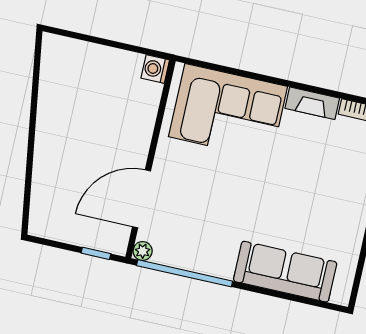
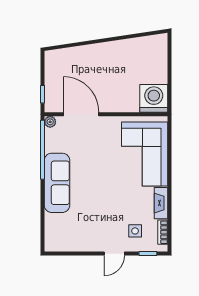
washing machine: (155, 69) -> (154, 98), width x1.89, depth x1.89
side table: (347, 155) -> (135, 231), added
sofa: (285, 272) -> (57, 183), moved

